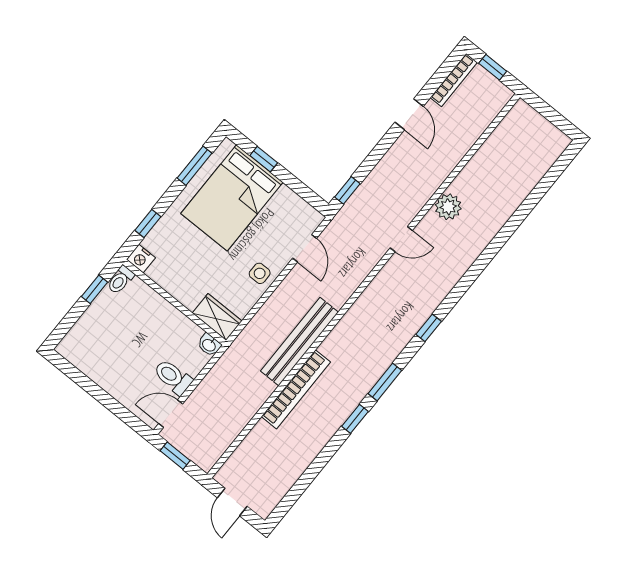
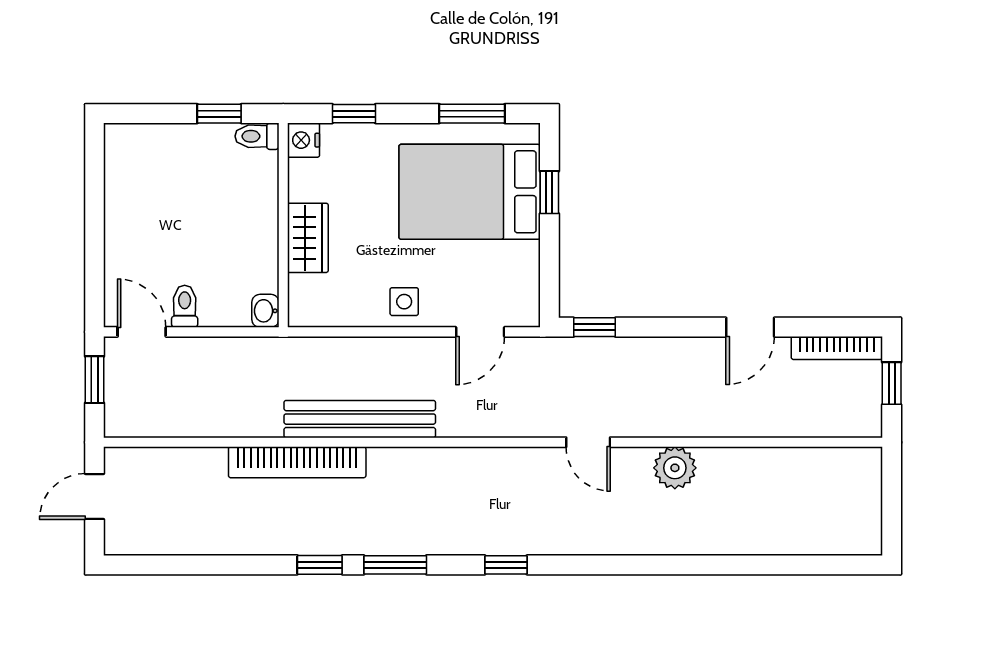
wardrobe: (217, 317) -> (308, 238), moved
toilet: (173, 377) -> (185, 306), width x0.73, depth x0.72

